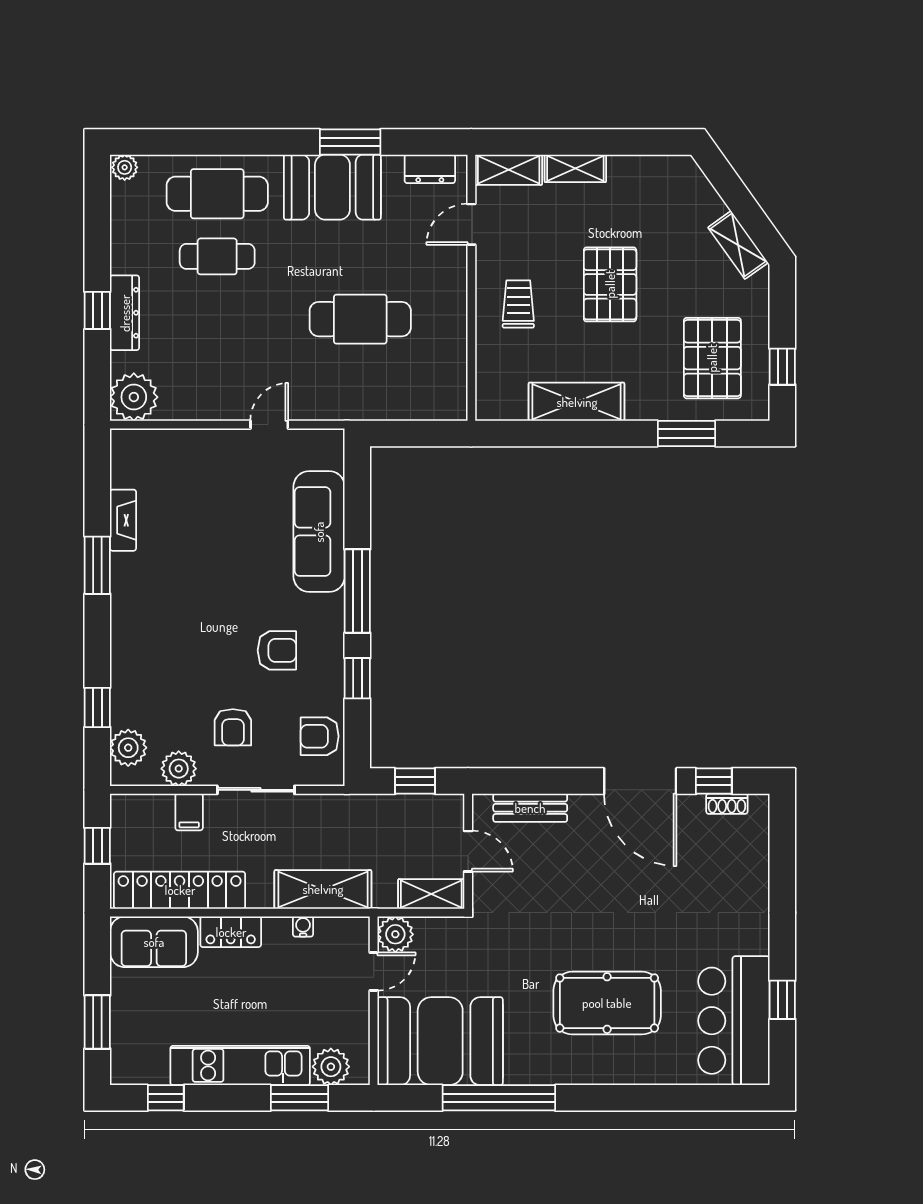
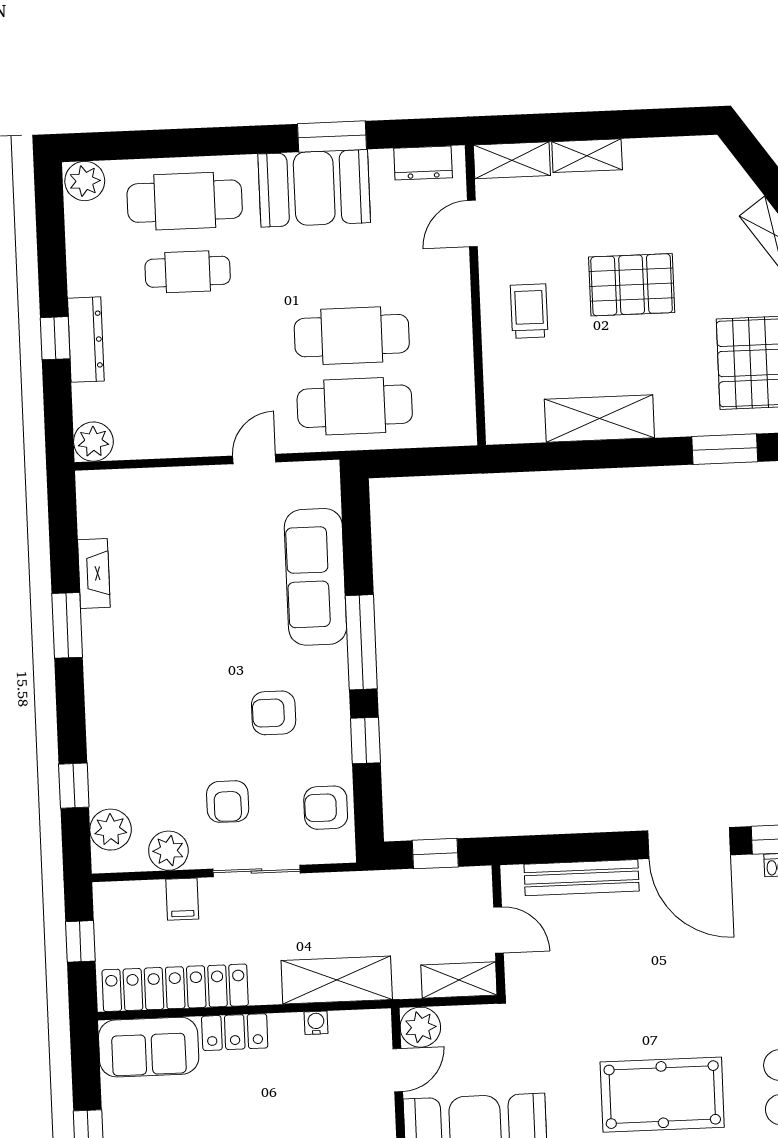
plant: (125, 167) -> (85, 181), width x1.38, depth x1.38
pallet: (610, 284) -> (632, 285), turned 90
cafe table: (360, 382) -> (355, 406), added
plant: (134, 397) -> (93, 442), width x0.73, depth x0.73
armchair: (277, 650) -> (274, 713), turned 180
bench: (530, 808) -> (582, 878), width x1.36

